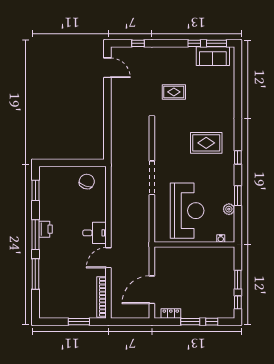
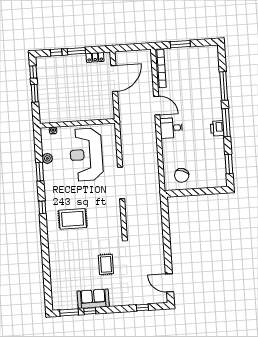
sofa: (213, 56) -> (93, 299), moved
rug: (174, 92) -> (106, 264), turned 90
door: (108, 258) -> (157, 106), hinge flipped

